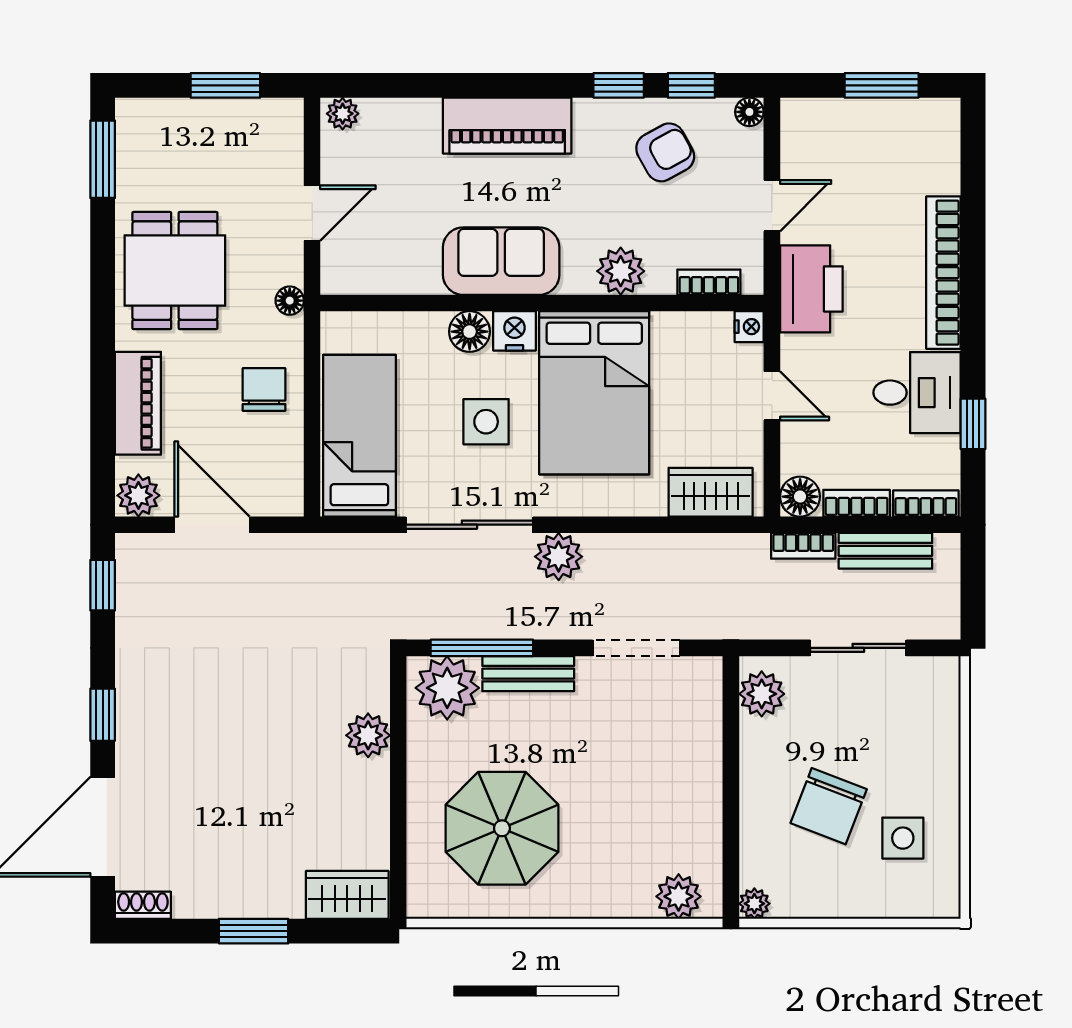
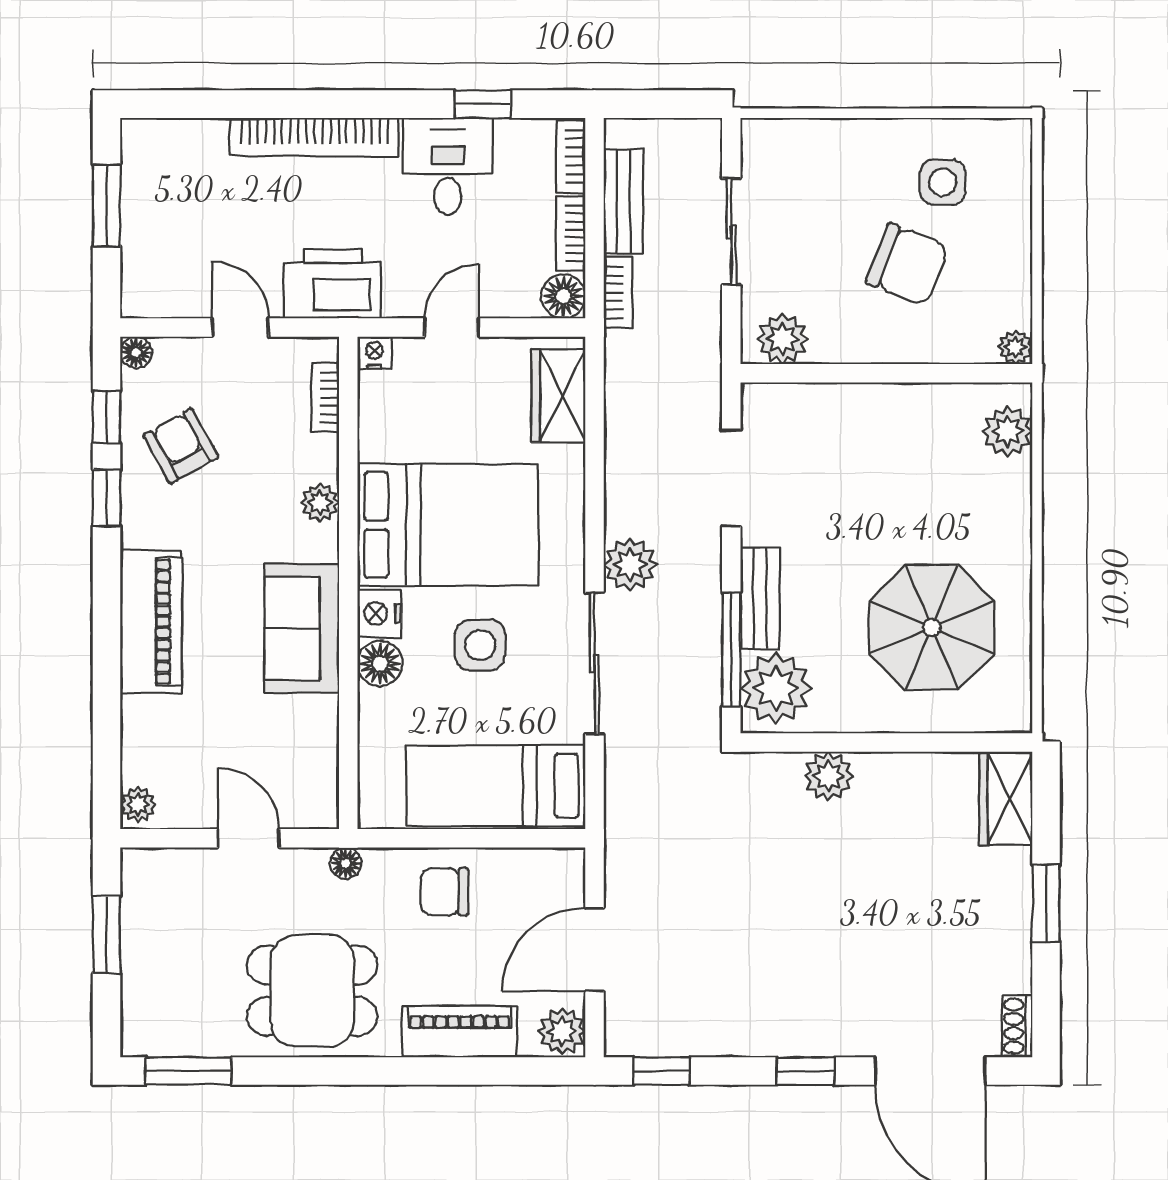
plant: (621, 271) -> (320, 503), width x0.73, depth x0.73

